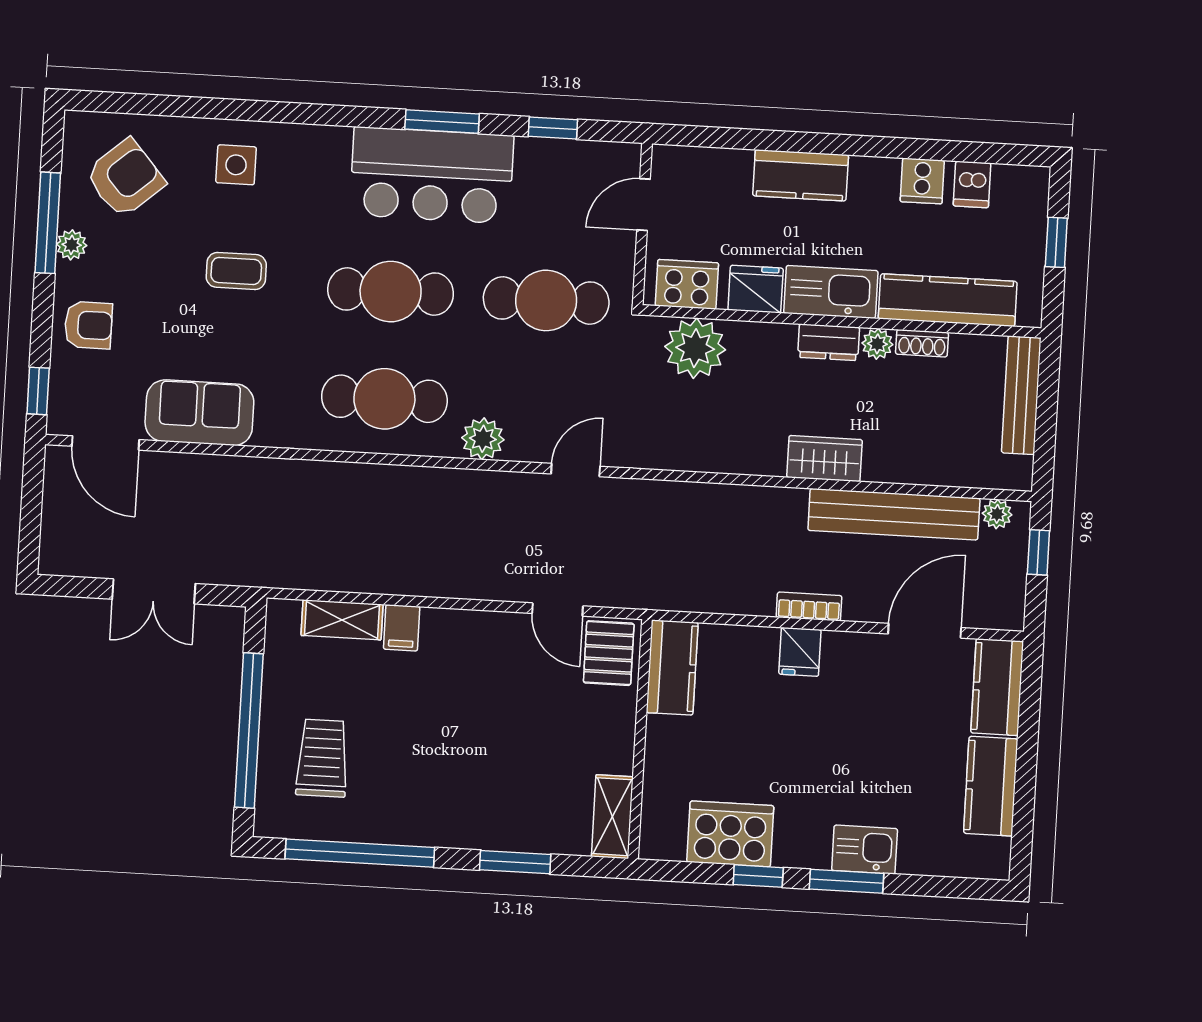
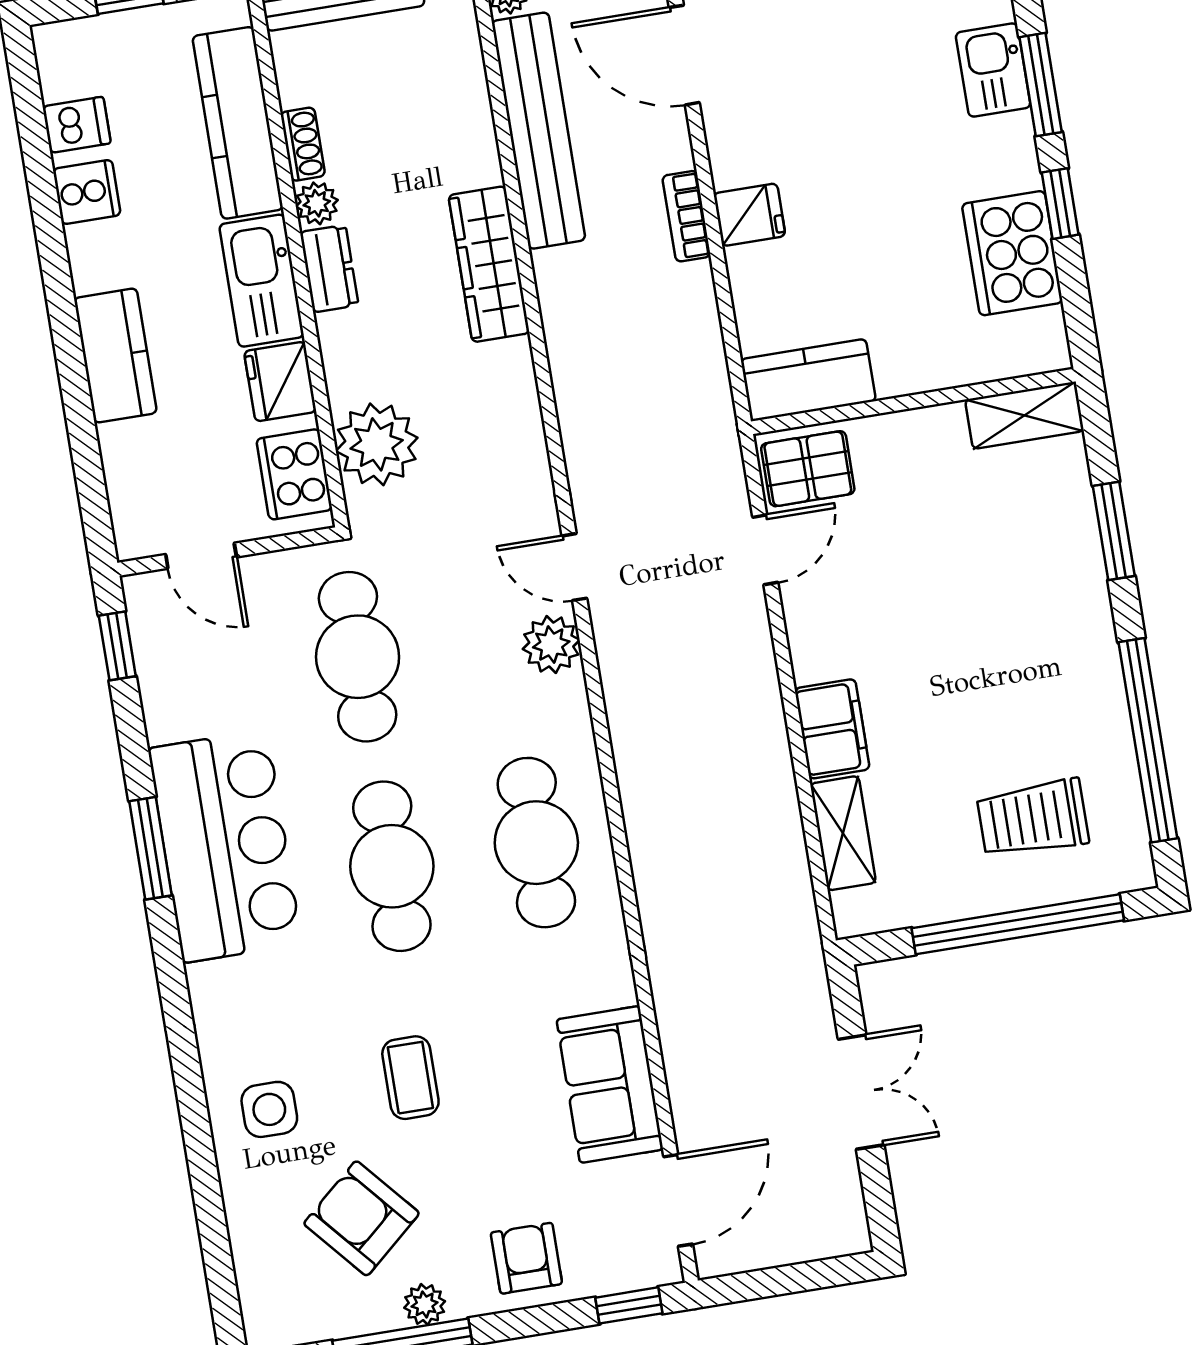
window: (553, 128) -> (117, 646), moved
armchair: (125, 178) -> (362, 1218), moved
plant: (483, 439) -> (551, 644), moved
wardrobe: (824, 458) -> (489, 264), width x1.50
filing cabinet: (402, 628) -> (832, 729), width x2.00

